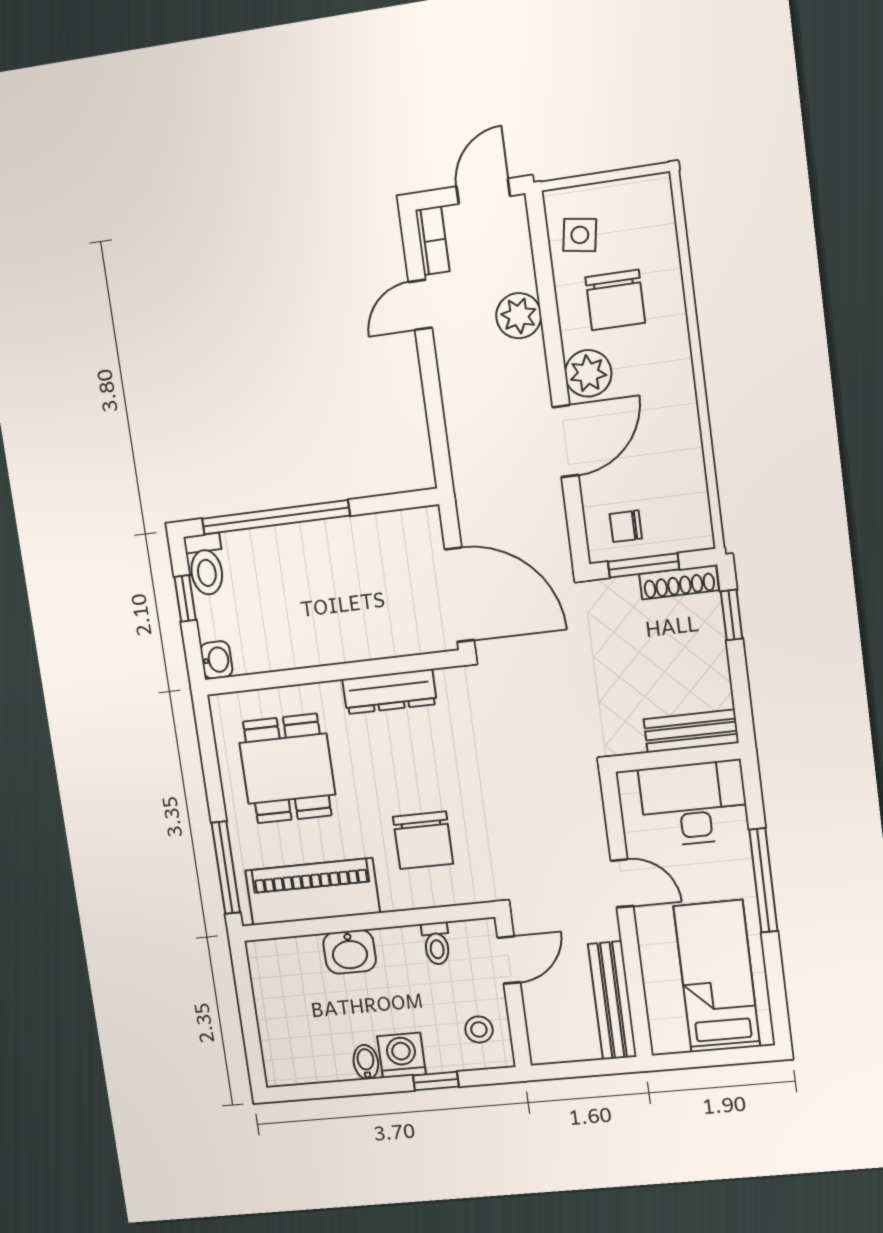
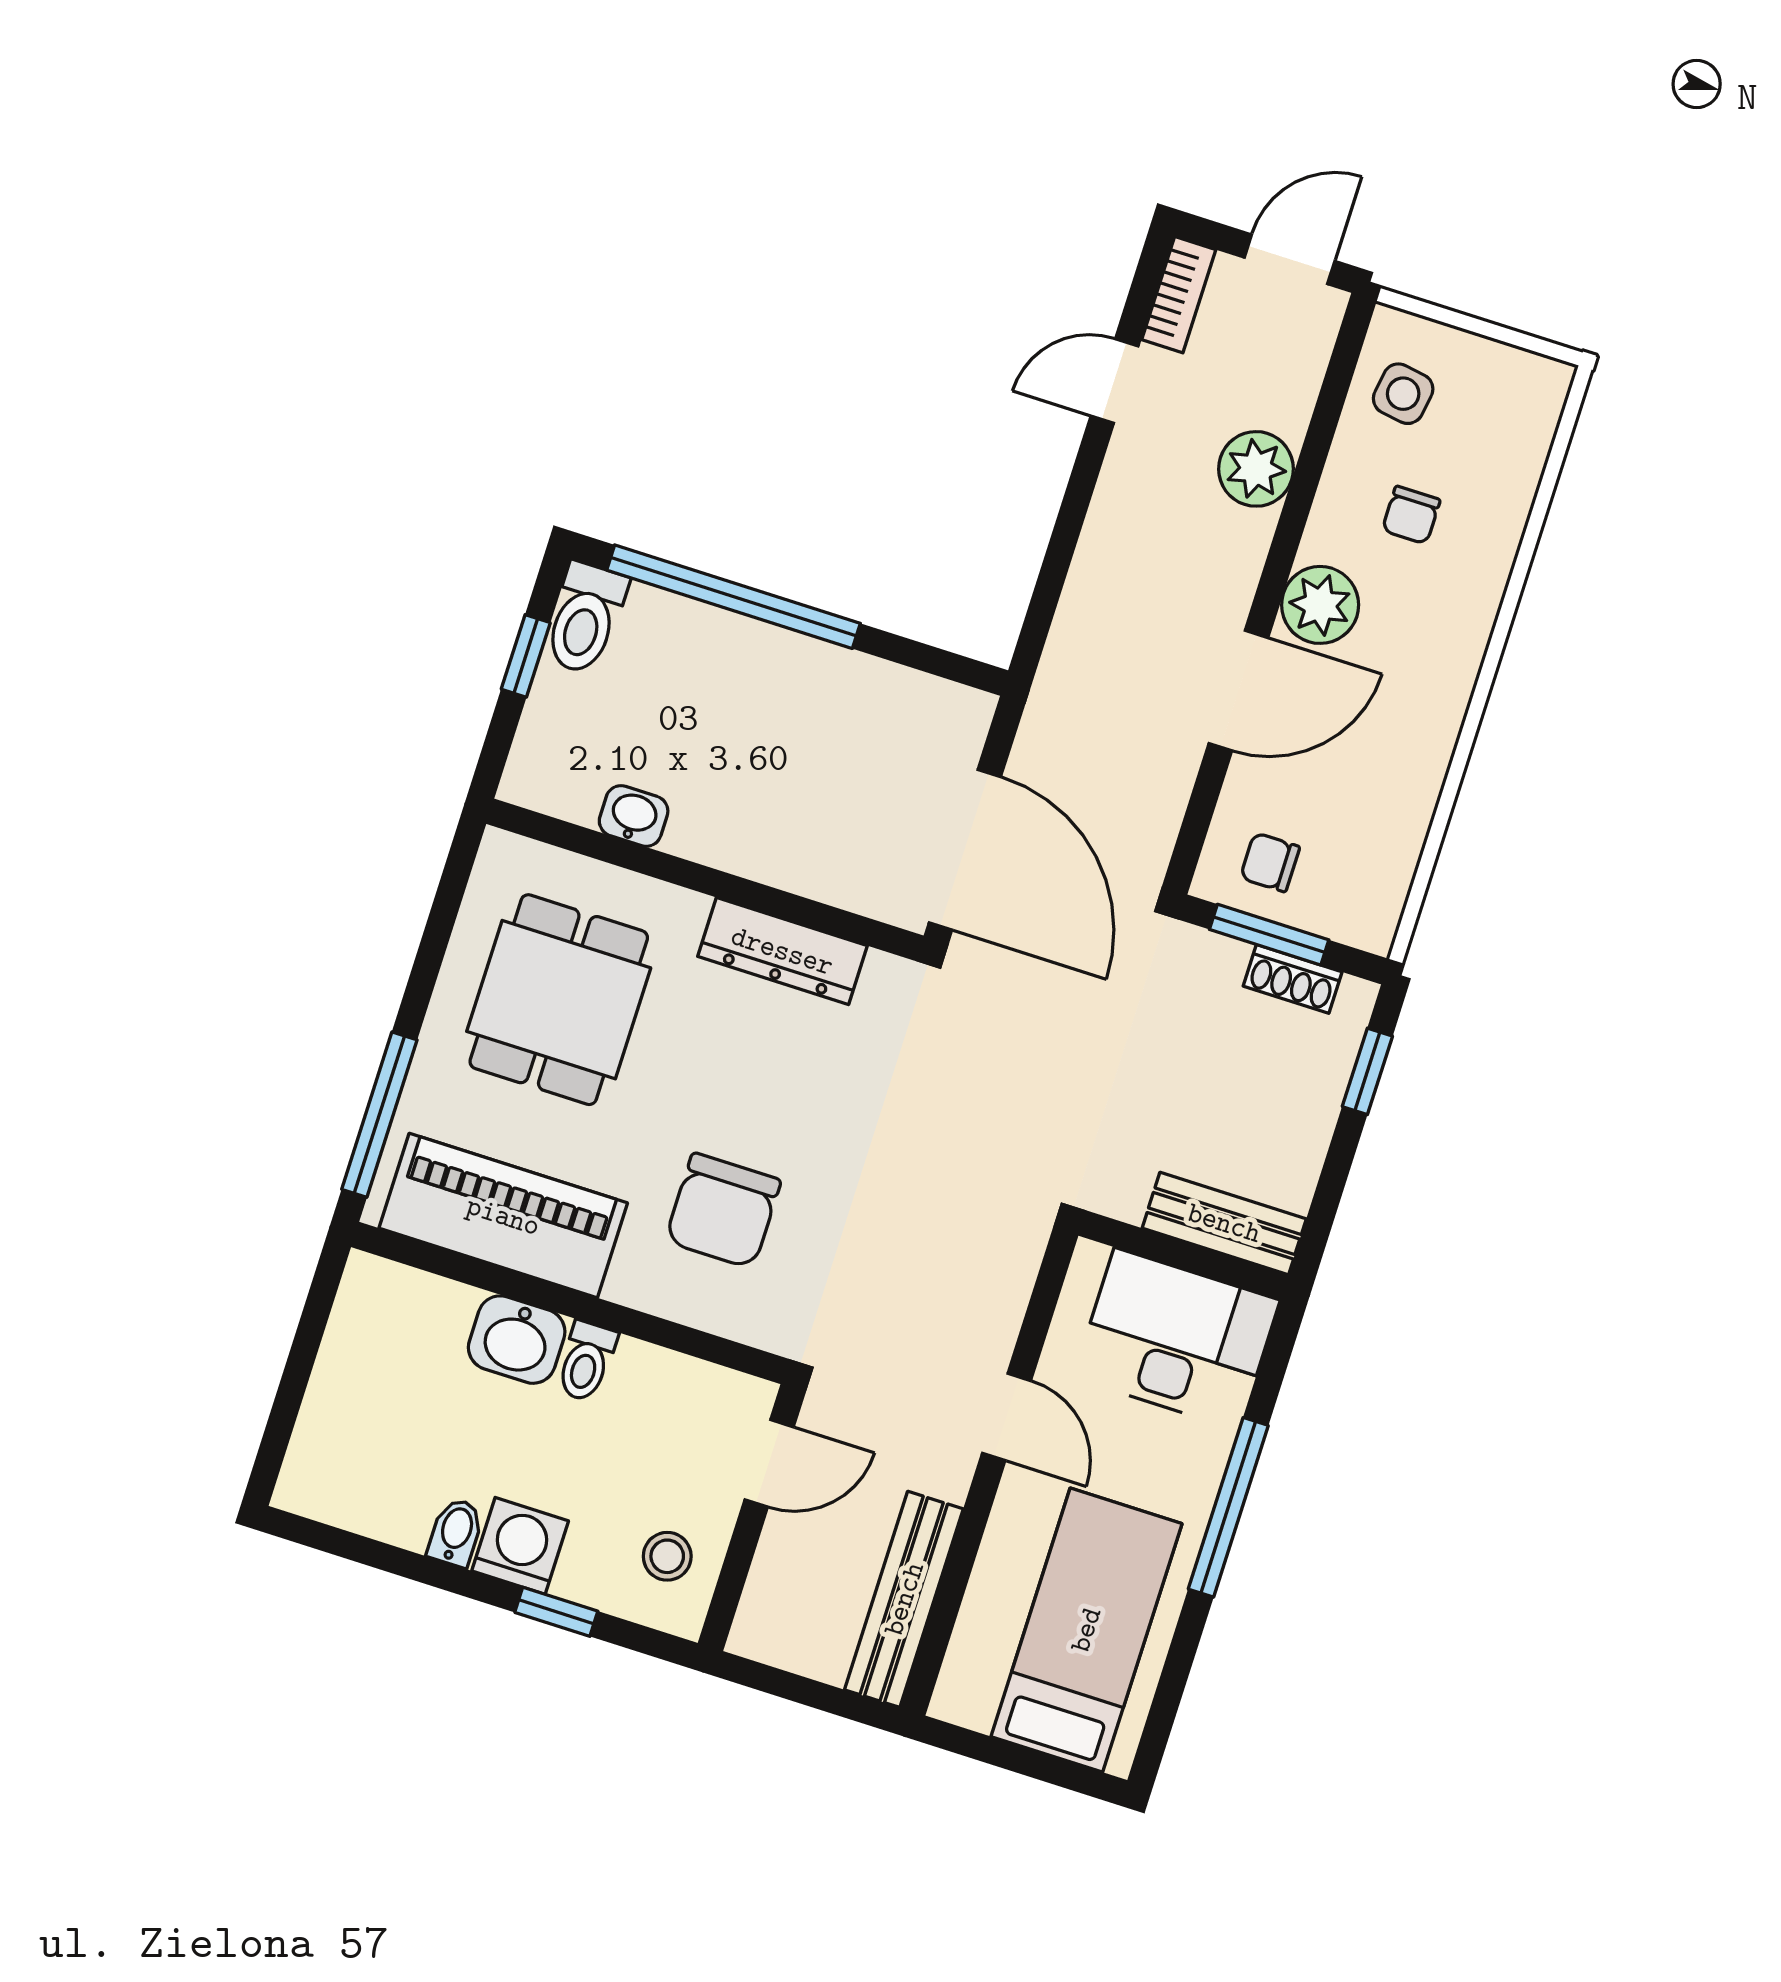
chair: (615, 300) -> (1411, 515), width x0.54, depth x0.54
shoe rack: (679, 582) -> (1293, 979), width x0.70
washbasin: (216, 660) -> (634, 816), moved, turned -90
toilet: (436, 943) -> (586, 1361), moved

